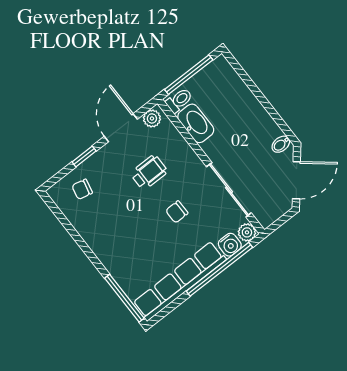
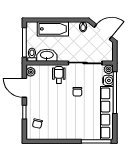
bathtub: (242, 102) -> (53, 29), added
wheelchair: (149, 172) -> (59, 75), moved
door: (296, 180) -> (103, 32), hinge flipped

